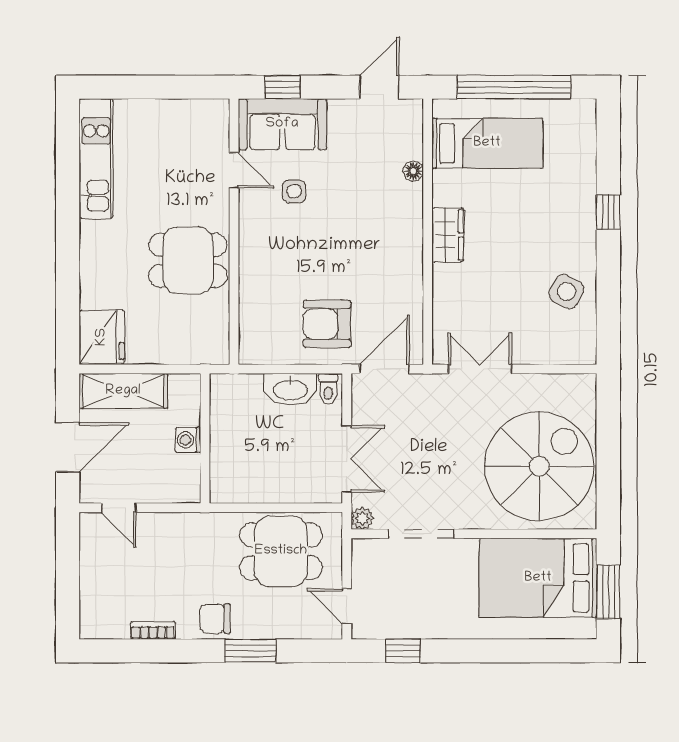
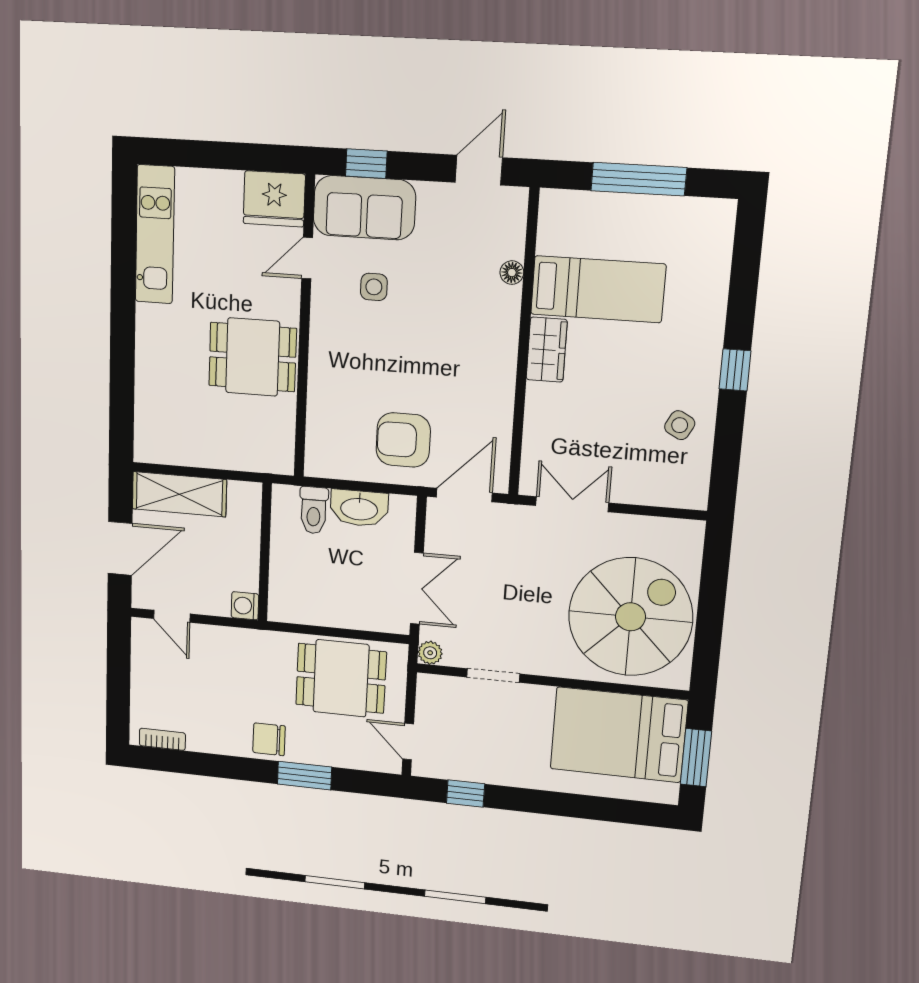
window: (514, 87) -> (639, 179), width x0.68
bed: (487, 143) -> (598, 289), moved
door: (234, 170) -> (307, 258), swing flipped
window: (608, 212) -> (735, 370), moved
side table: (566, 291) -> (680, 425), width x0.73, depth x0.73
fridge: (102, 337) -> (274, 199), moved, turned 90
toilet: (328, 389) -> (314, 510), moved, width x1.37, depth x1.39
washing machine: (188, 440) -> (245, 606), moved
doorway: (421, 534) -> (493, 676), width x0.73
bookcase: (153, 630) -> (162, 739), moved

